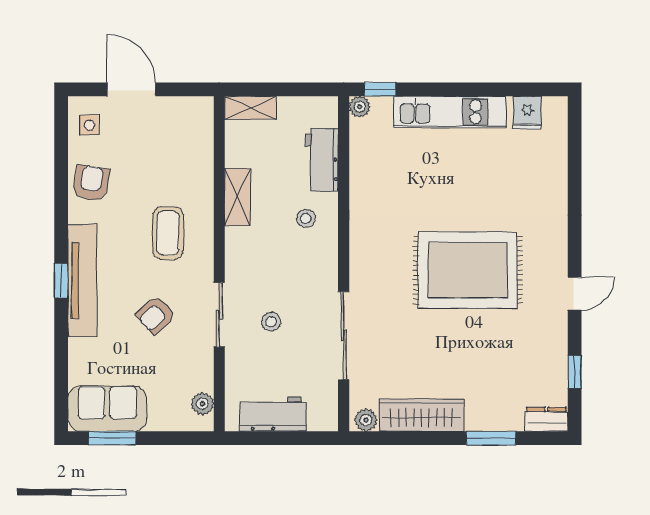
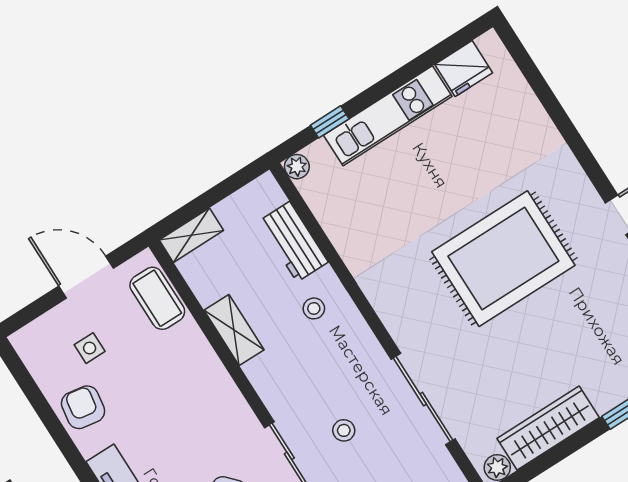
door: (131, 89) -> (86, 277), moved
window: (380, 89) -> (330, 122), moved
fridge: (527, 113) -> (464, 69), width x1.38
side table: (89, 125) -> (90, 348), moved
coffee table: (168, 233) -> (157, 298), moved

